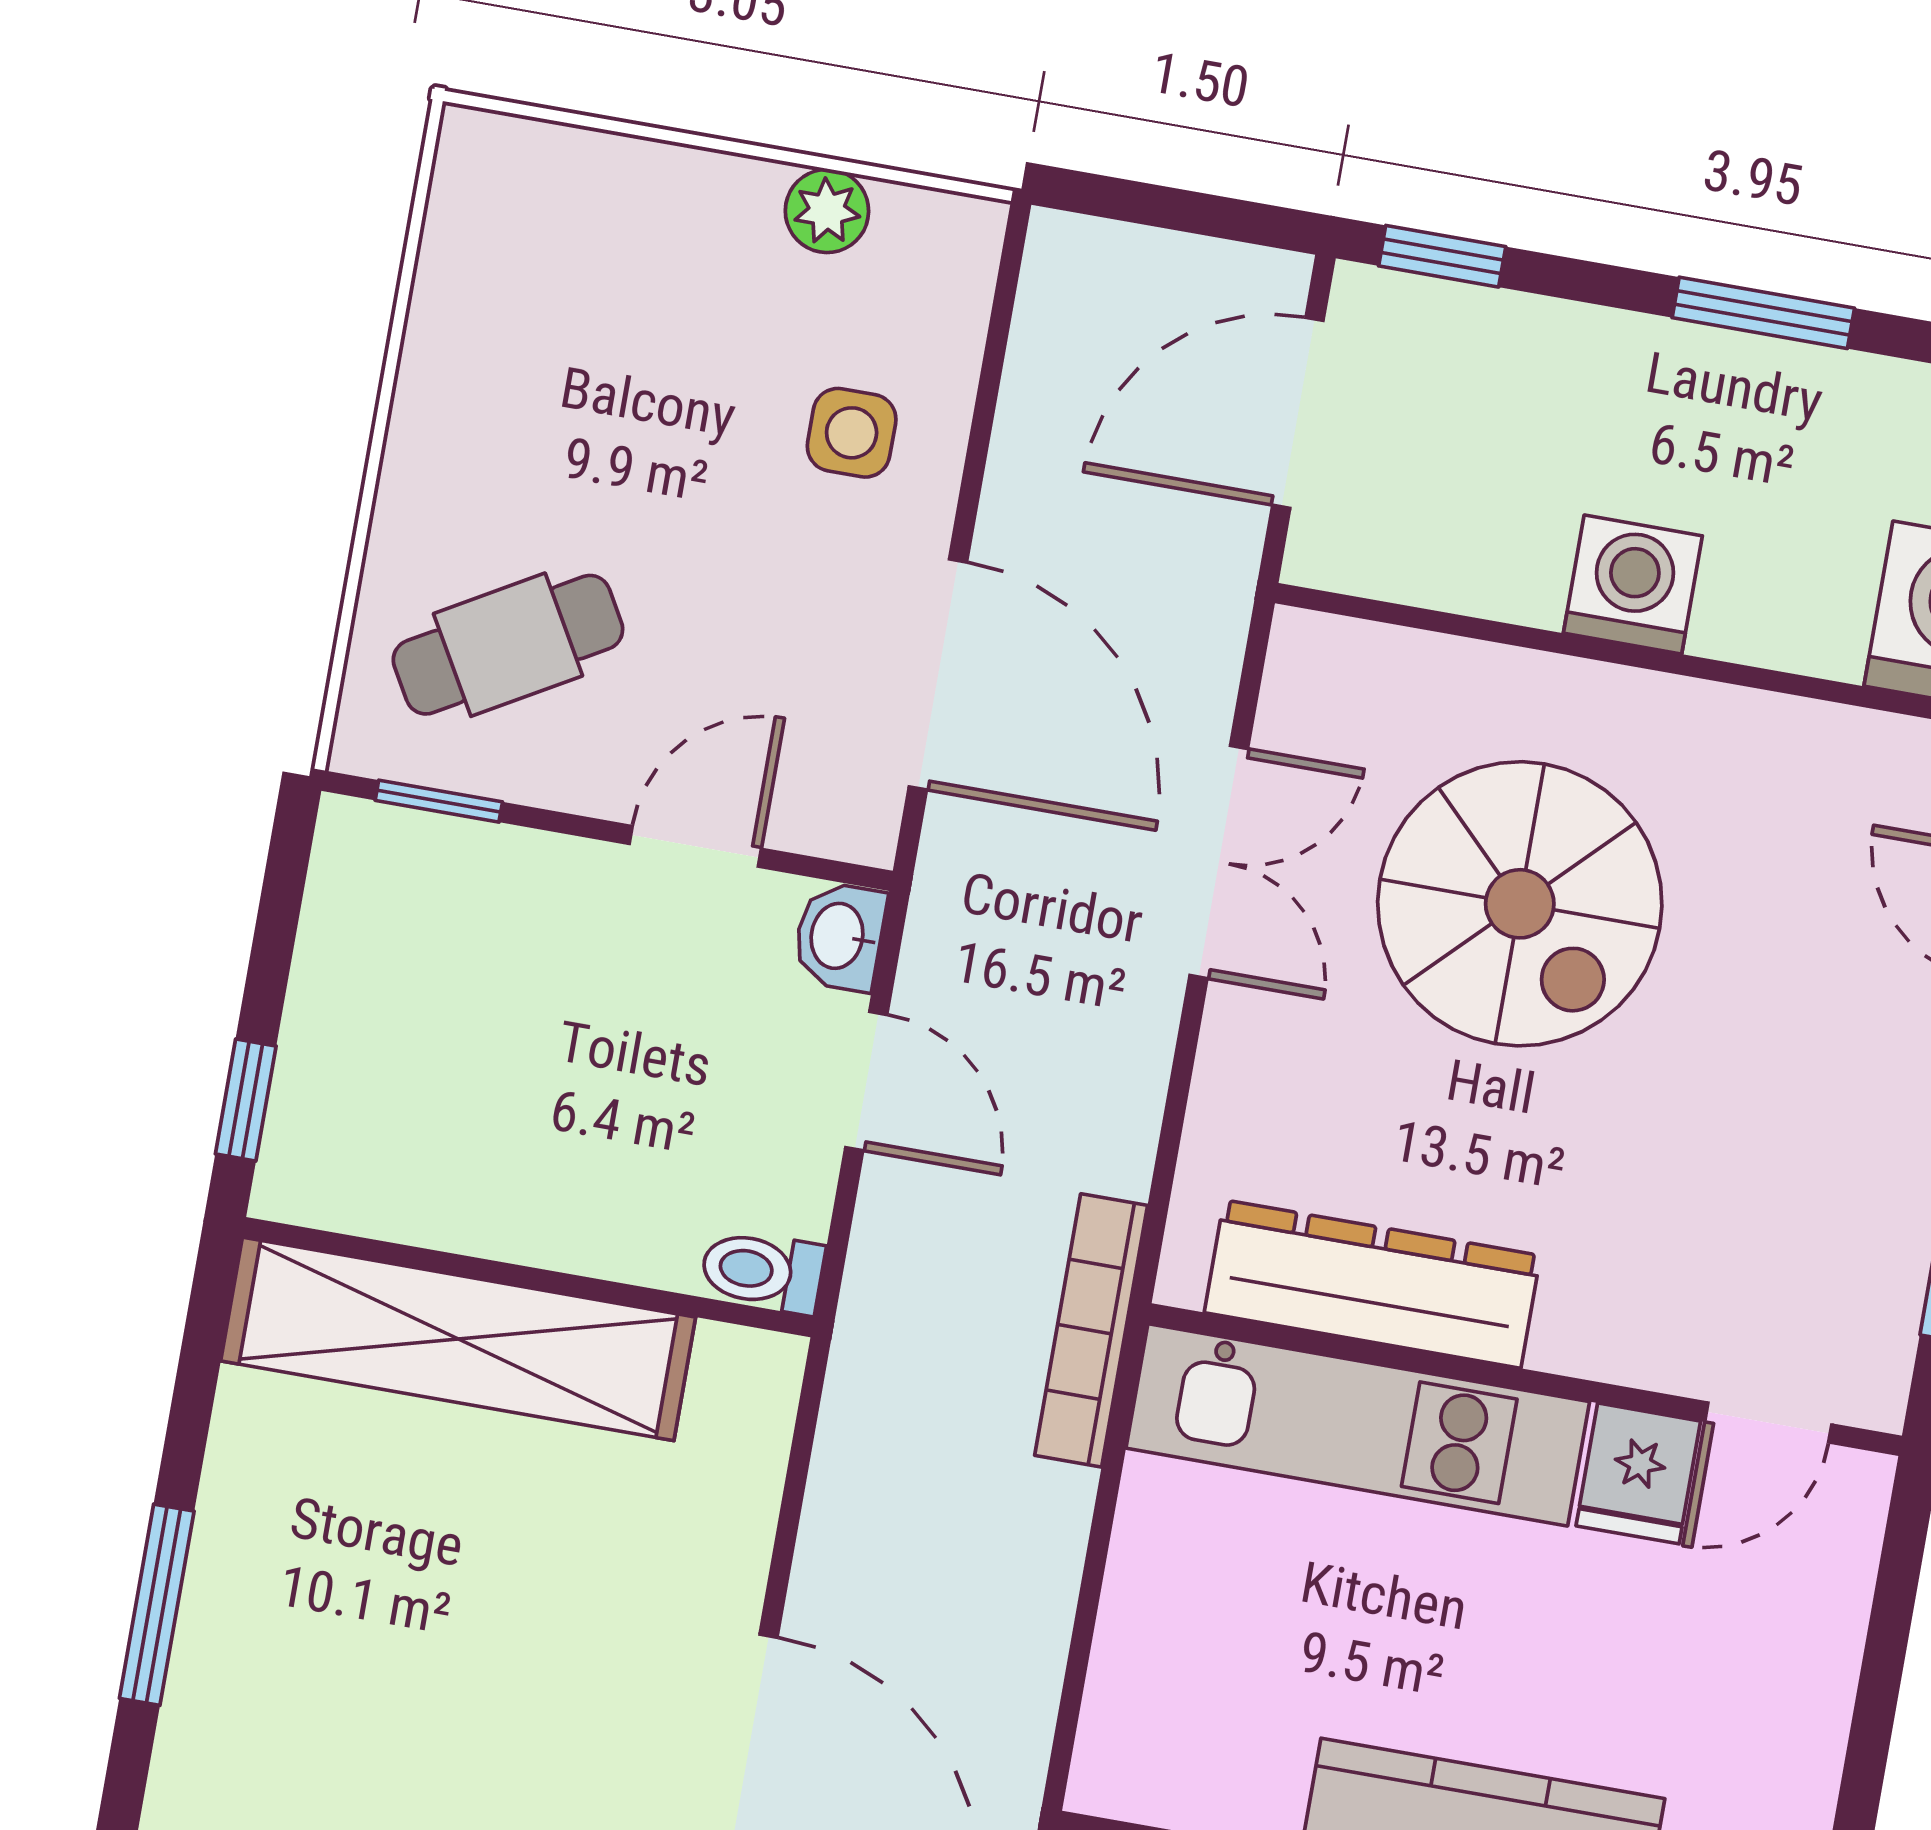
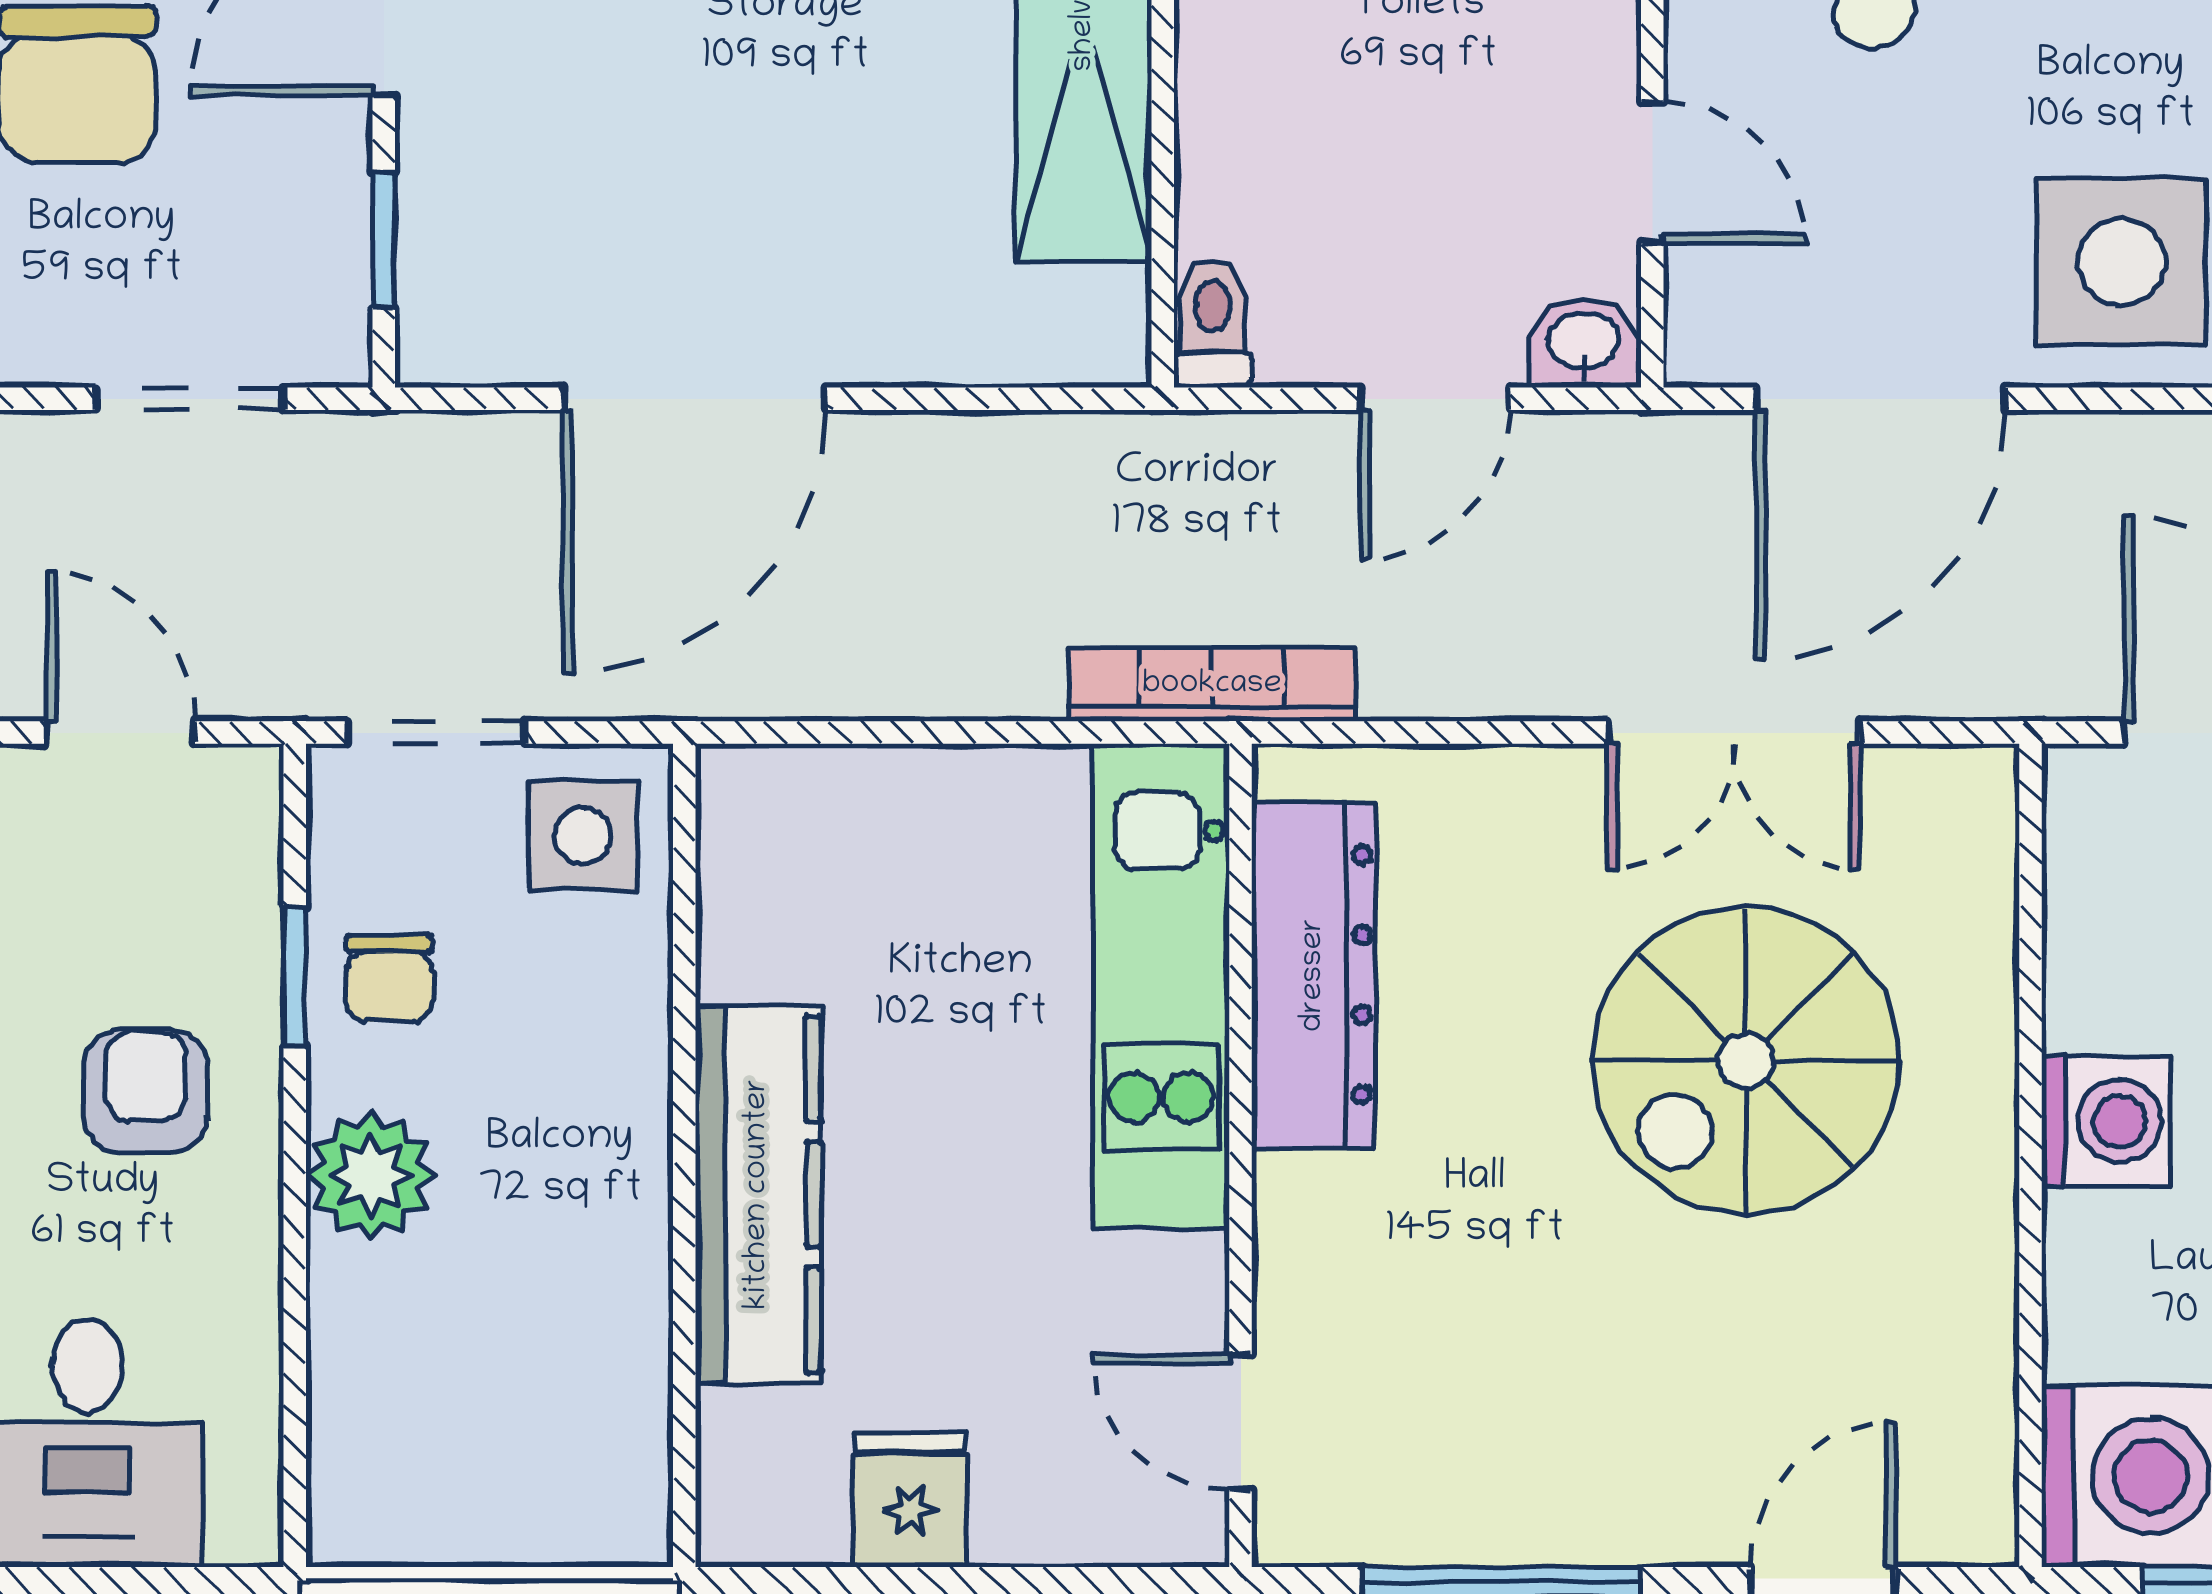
side table: (852, 433) -> (2121, 262), width x1.87, depth x1.87
fridge: (1638, 1473) -> (911, 1500), moved, turned 90

